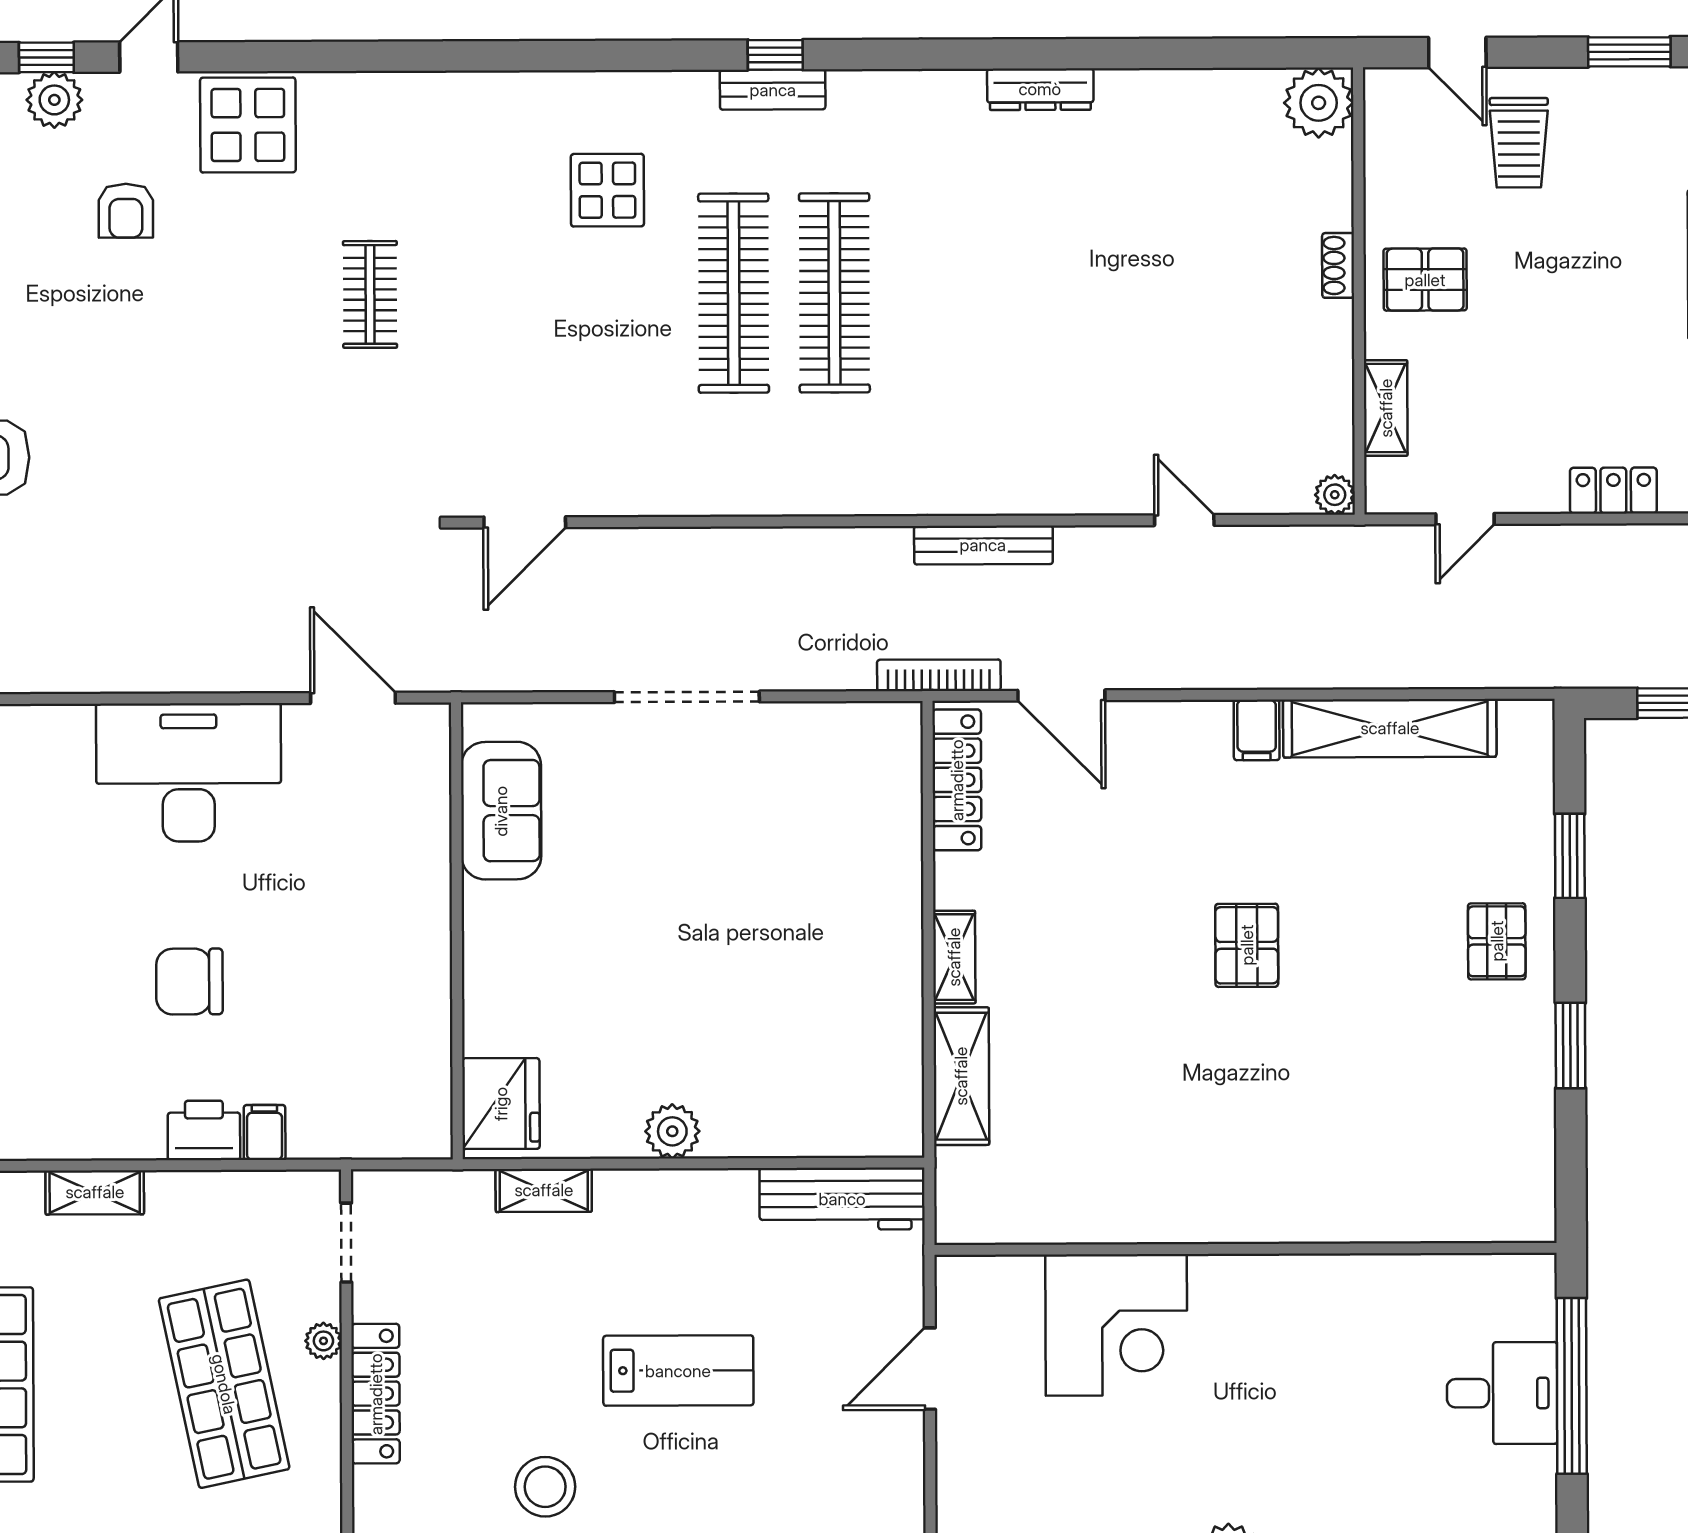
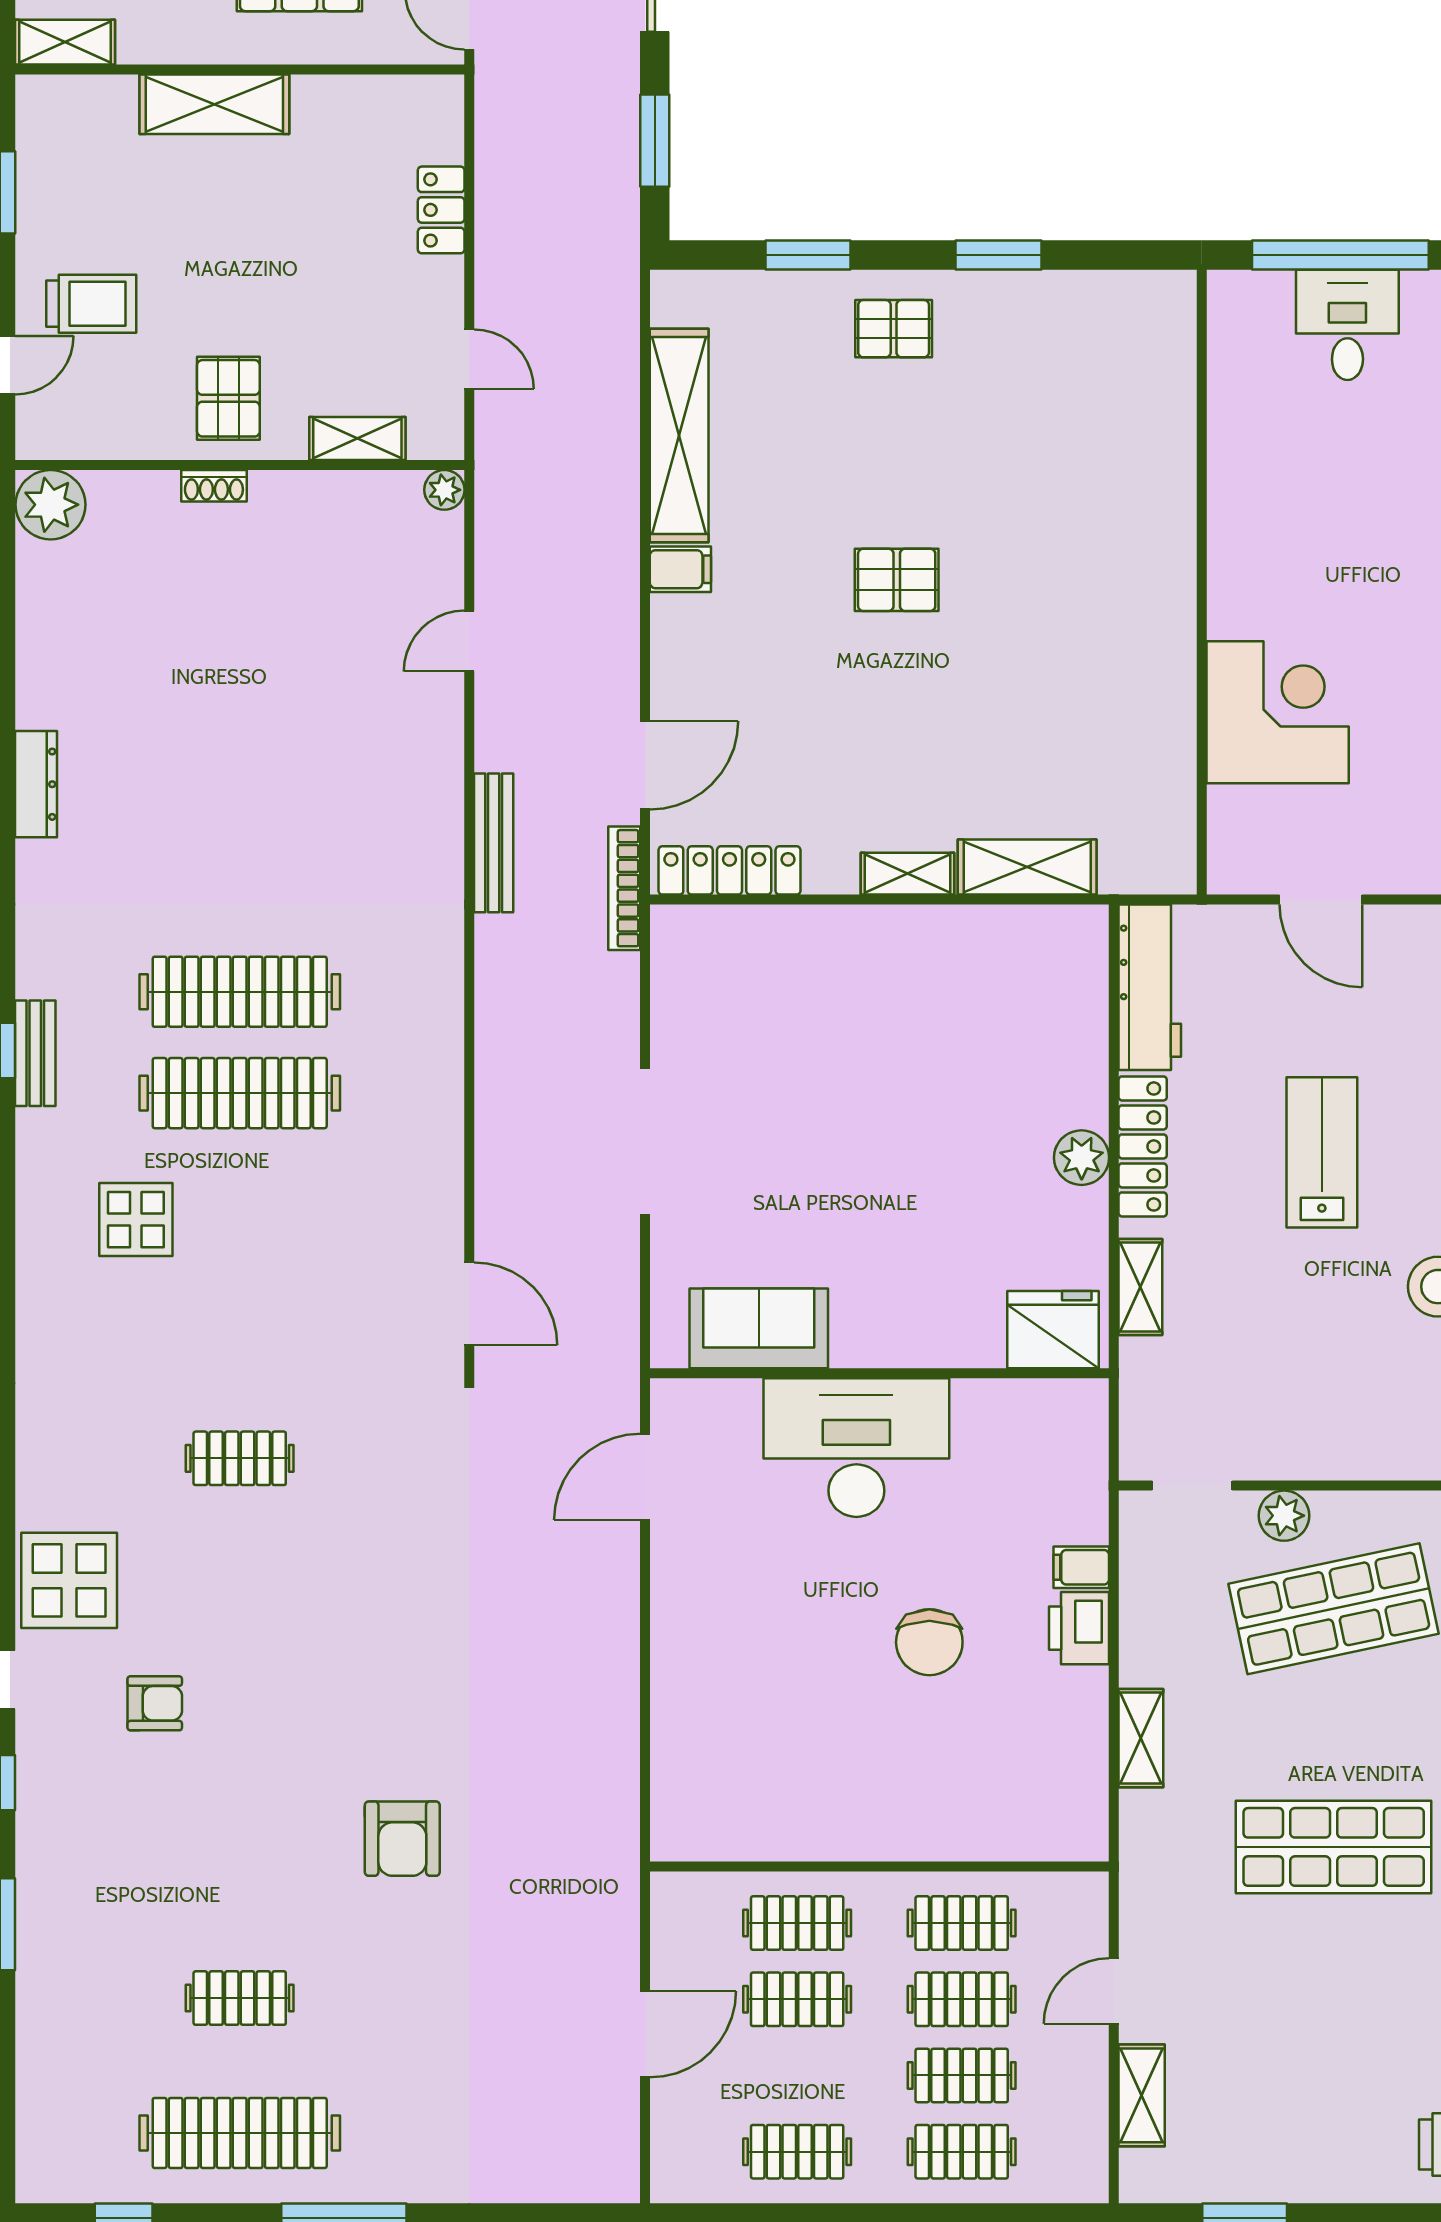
plant: (54, 100) -> (43, 1775), removed
desk: (189, 772) -> (856, 1448), moved, turned 90
plant: (323, 1341) -> (1284, 1516), width x1.38, depth x1.38
locker: (376, 1394) -> (1143, 1146), moved, turned 90

